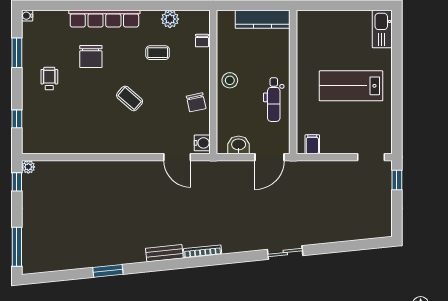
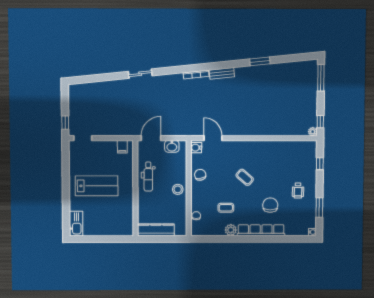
plant: (170, 19) -> (231, 230), moved
dental chair: (274, 100) -> (148, 177), turned 180

